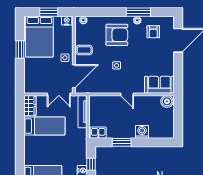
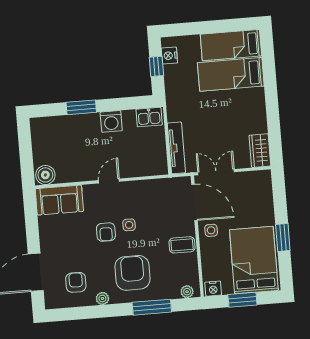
window: (138, 12) -> (152, 307), moved
armchair: (117, 35) -> (132, 273), turned 90
armchair: (132, 62) -> (106, 232), added
door: (74, 76) -> (195, 202), swing flipped
door: (127, 94) -> (109, 181), hinge flipped
bed: (44, 126) -> (231, 74), moved
washing machine: (142, 132) -> (111, 121), moved
window: (122, 142) -> (81, 107), moved

